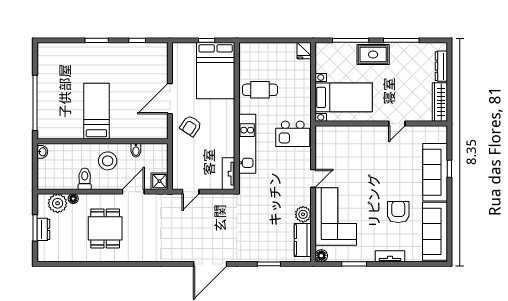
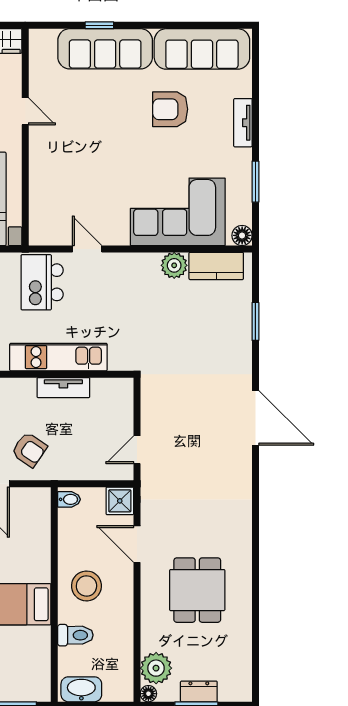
kitchen island: (293, 134) -> (42, 282), turned 180
bidet: (136, 150) -> (69, 499), moved
washbasin: (42, 152) -> (81, 689), width x1.91, depth x1.45
tv unit: (229, 174) -> (63, 388), moved
door: (313, 178) -> (87, 249), moved
toilet: (85, 179) -> (75, 635), moved, turned 180
door: (191, 192) -> (137, 450), swing flipped
floor lamp: (73, 199) -> (148, 694), moved
dining table: (105, 228) -> (197, 590), turned 90

